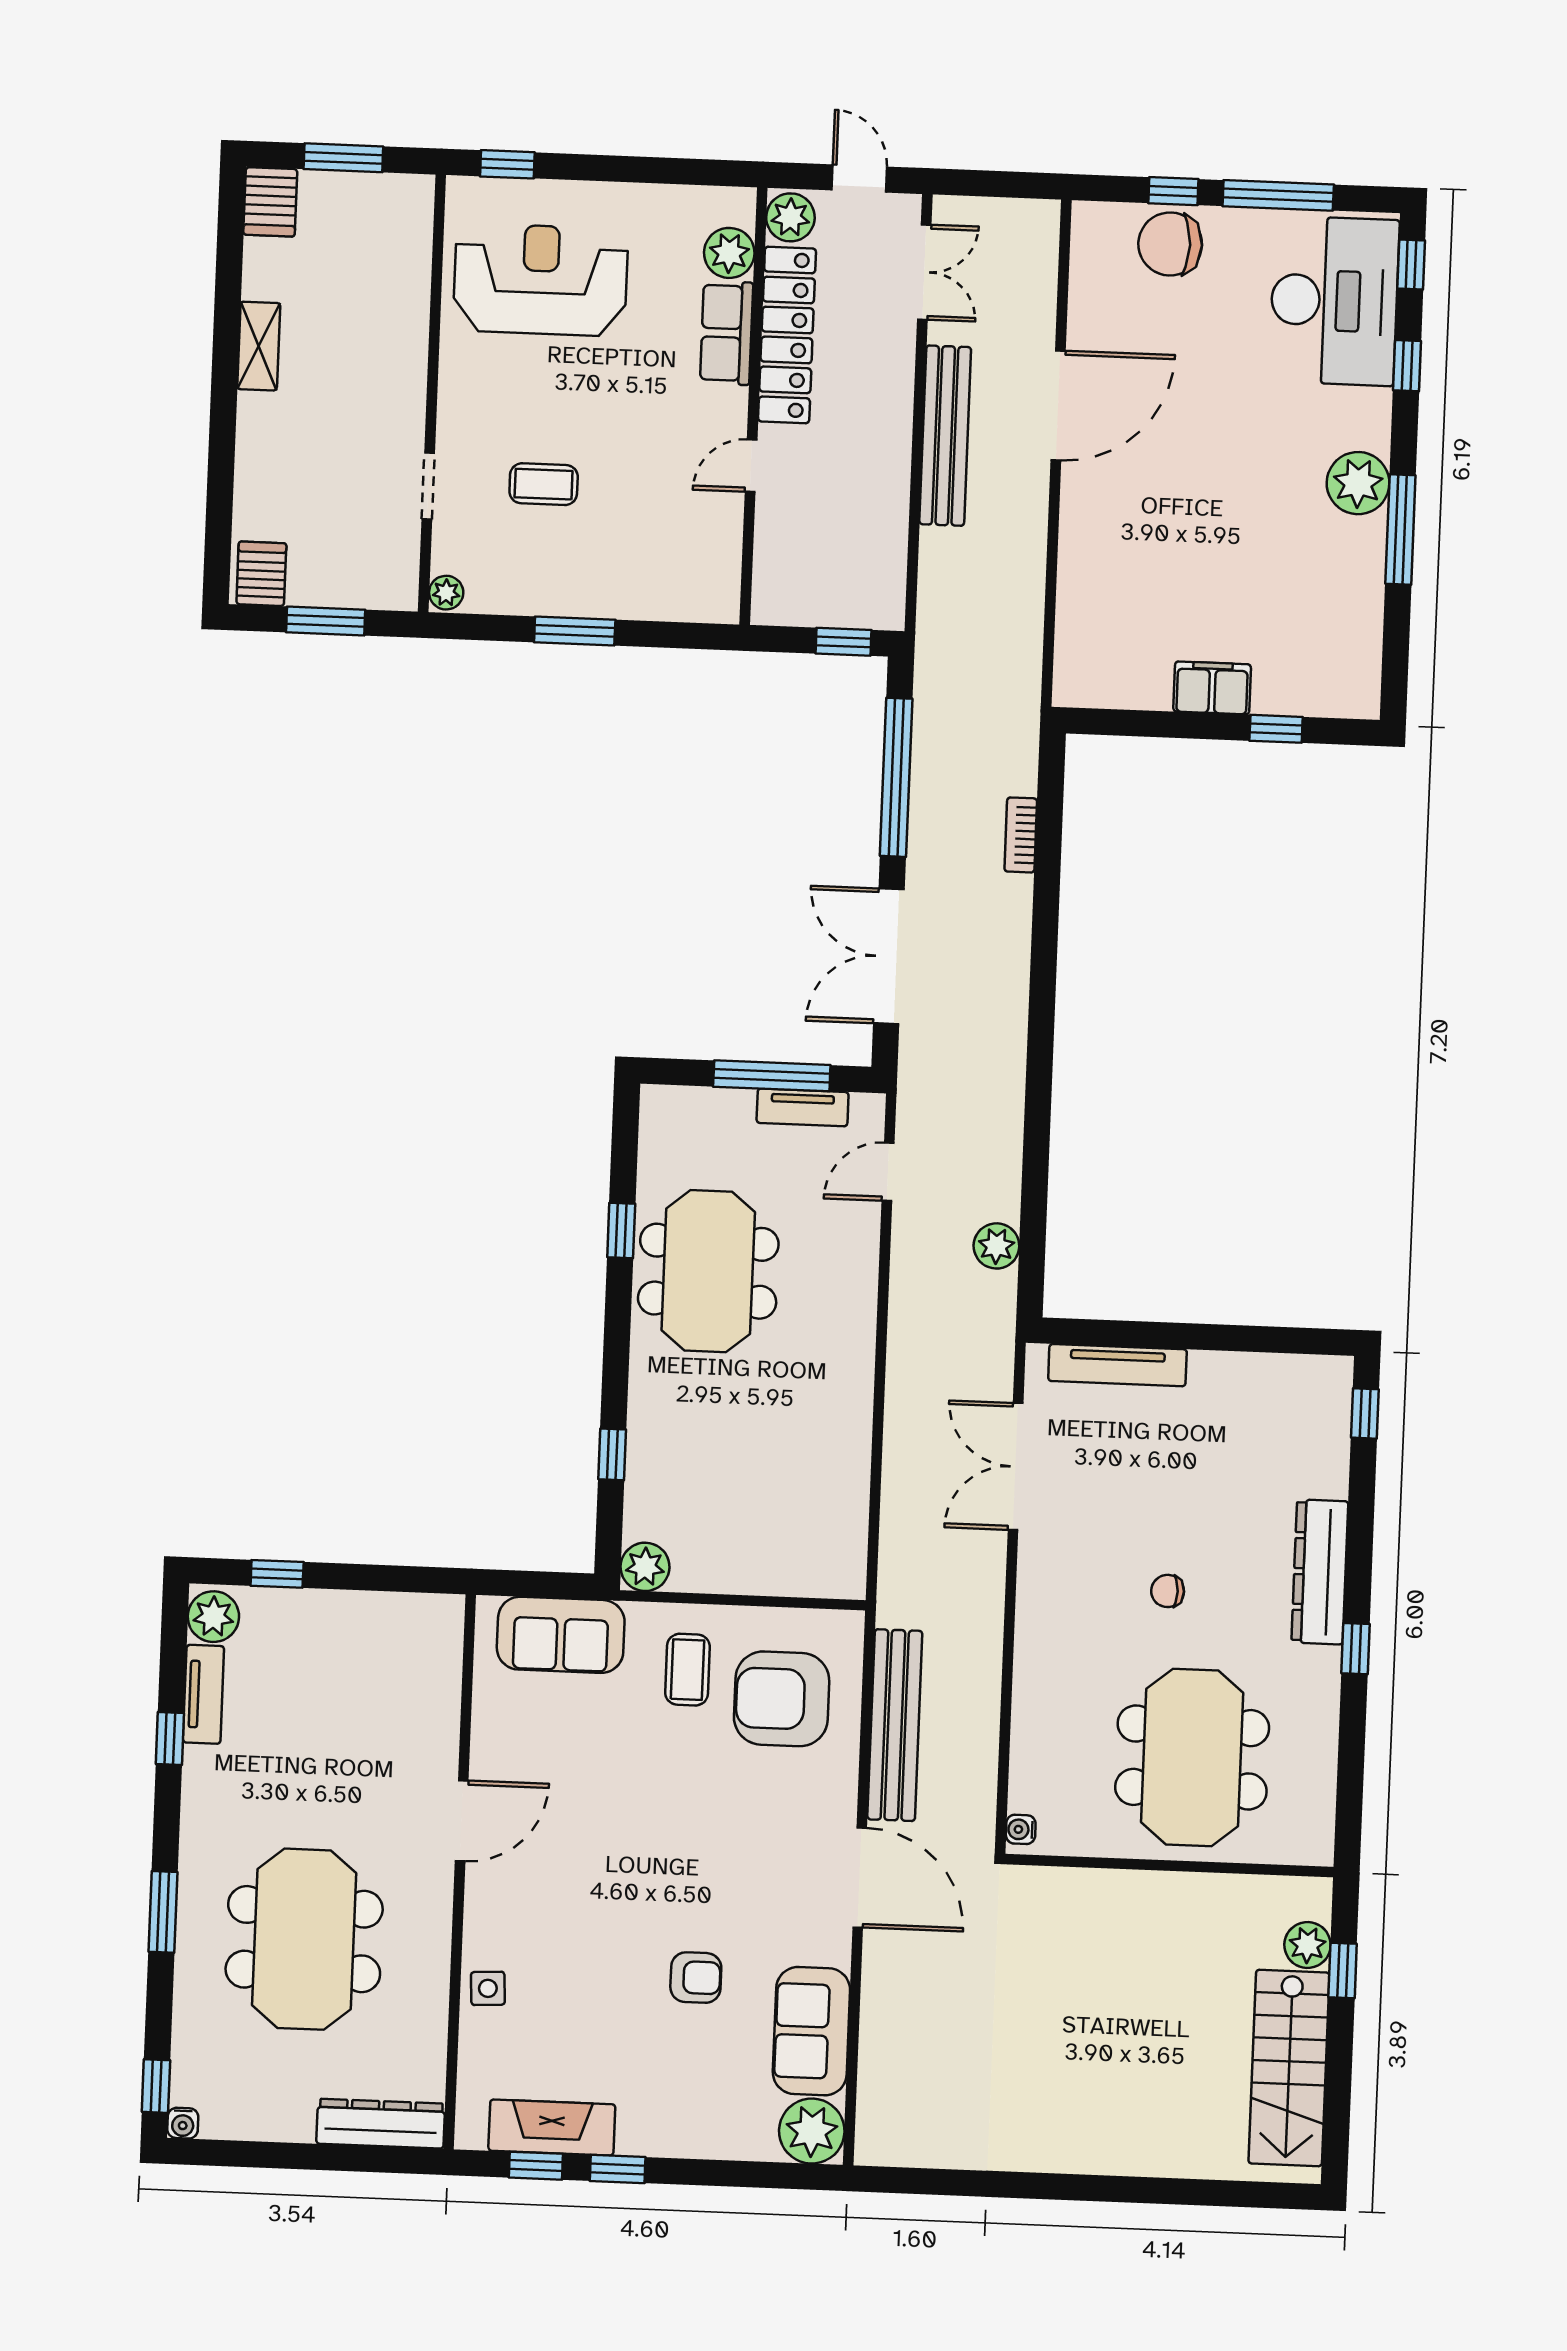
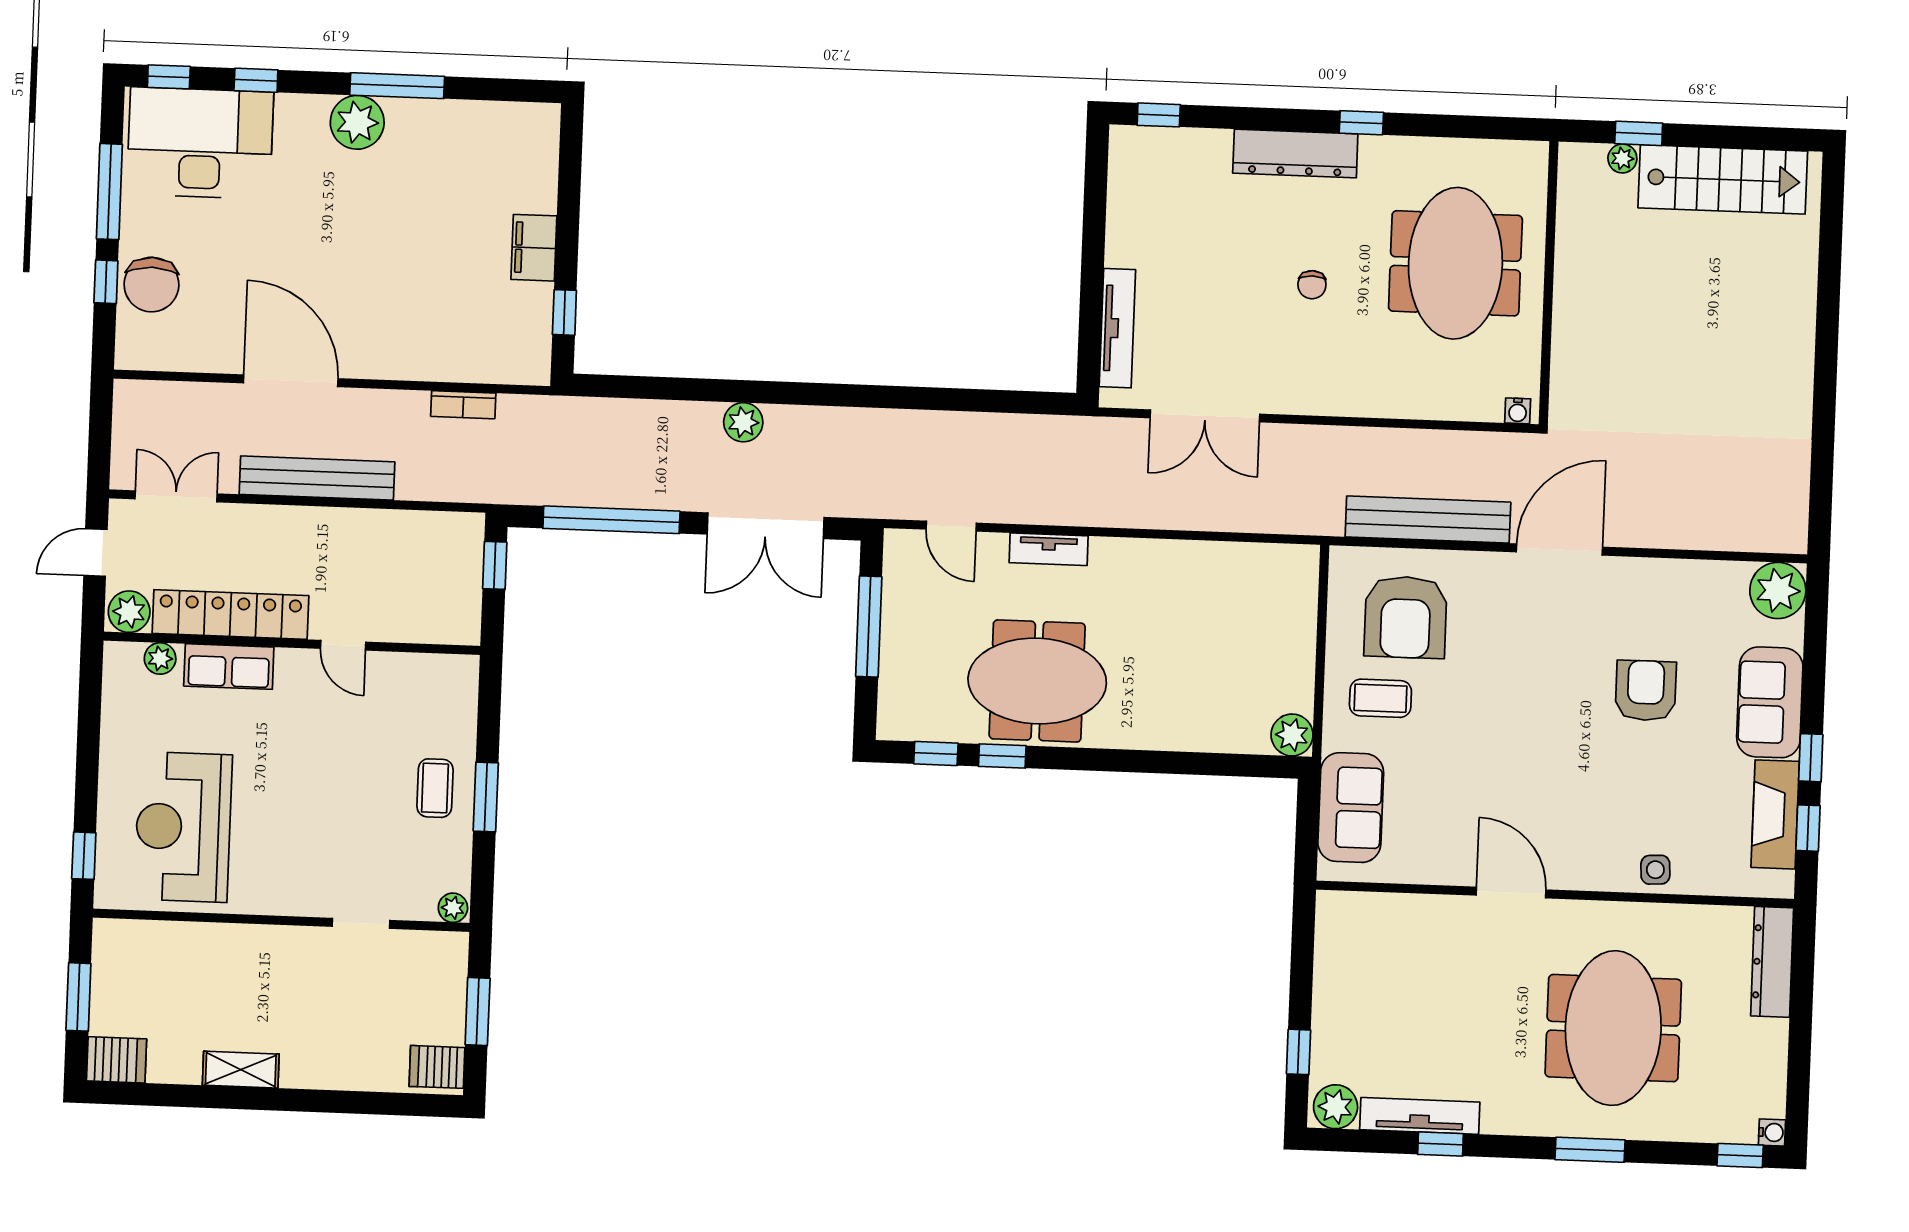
plant: (729, 253) -> (160, 658), width x0.73, depth x0.73
coffee table: (544, 484) -> (435, 788), moved
window: (1276, 729) -> (564, 312), moved
bookcase: (1021, 835) -> (463, 405), moved
tv unit: (803, 1107) -> (1049, 549), moved, turned 90
plant: (996, 1246) -> (743, 422), moved
window: (612, 1454) -> (936, 753), moved
tv unit: (203, 1694) -> (1420, 1116), width x1.41
meeting table: (1192, 1758) -> (1455, 263), turned 90
meeting table: (304, 1939) -> (1613, 1028), turned 90
plant: (1307, 1945) -> (1622, 158), width x0.73, depth x0.73
armchair: (696, 1978) -> (1646, 691), width x1.38, depth x1.38
sofa: (811, 2031) -> (1770, 702), moved, turned 90

